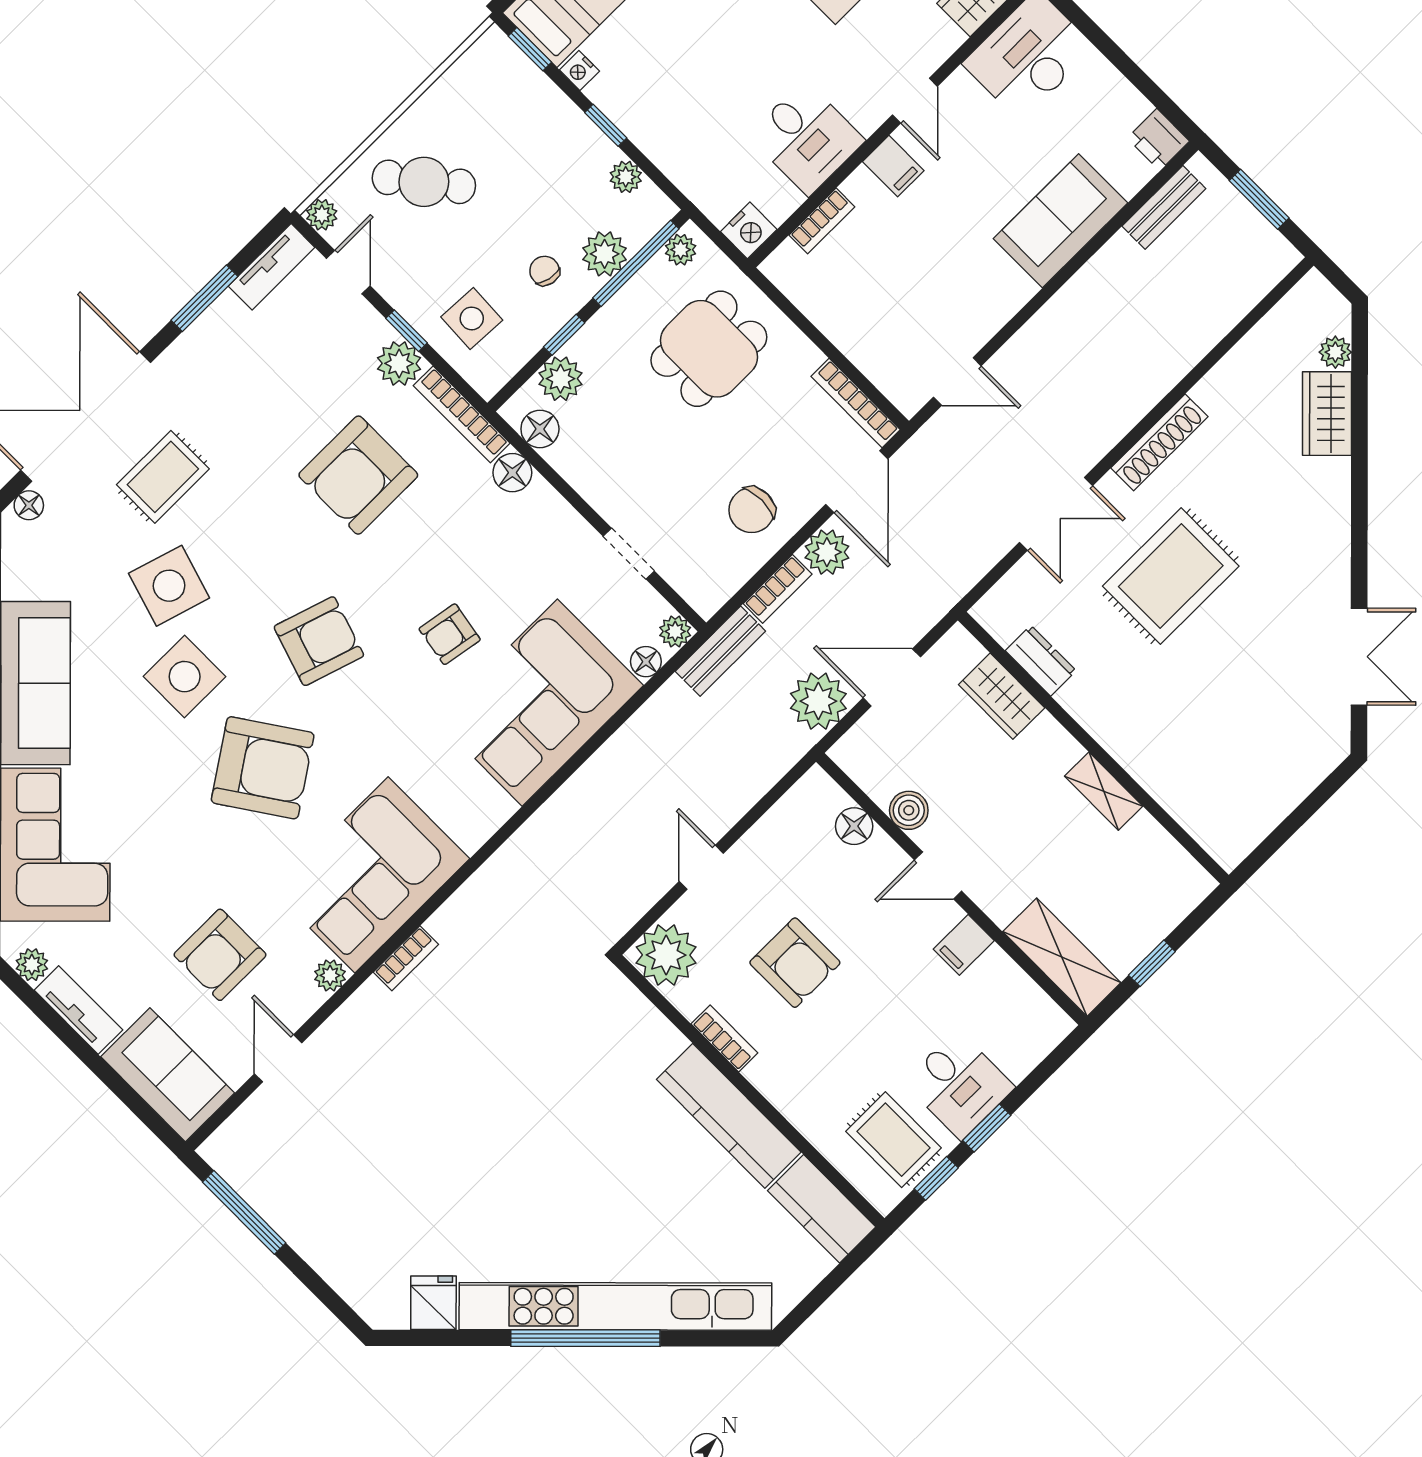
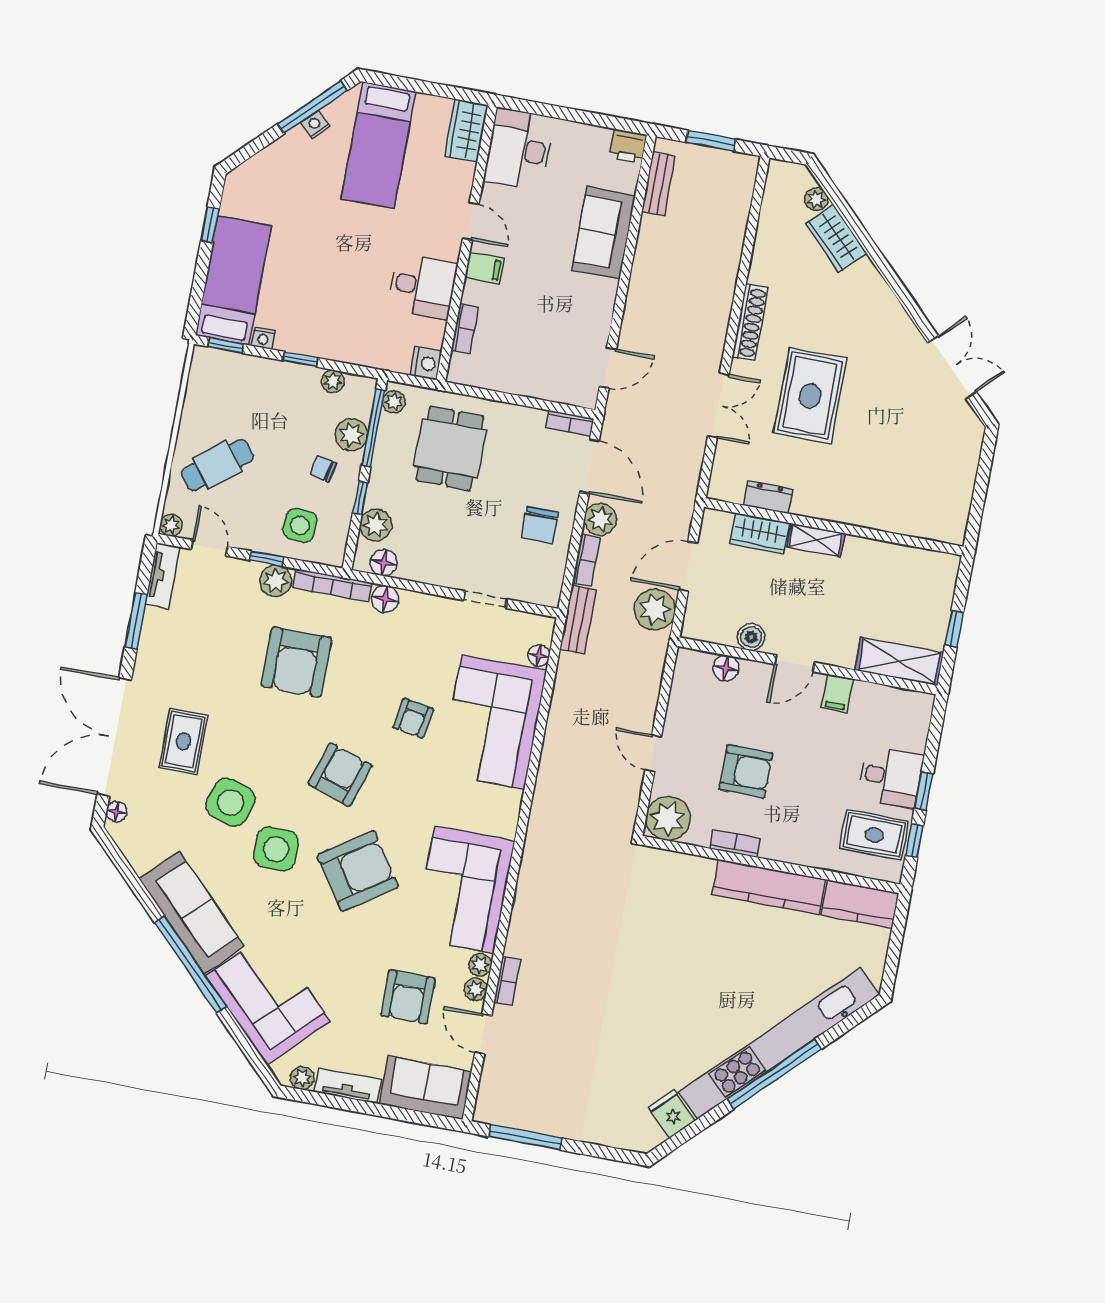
bookcase: (856, 403) -> (570, 423), width x0.64
plant: (675, 631) -> (476, 989), moved
shelving: (1104, 791) -> (816, 540), moved
bookcase: (406, 958) -> (507, 981), moved

